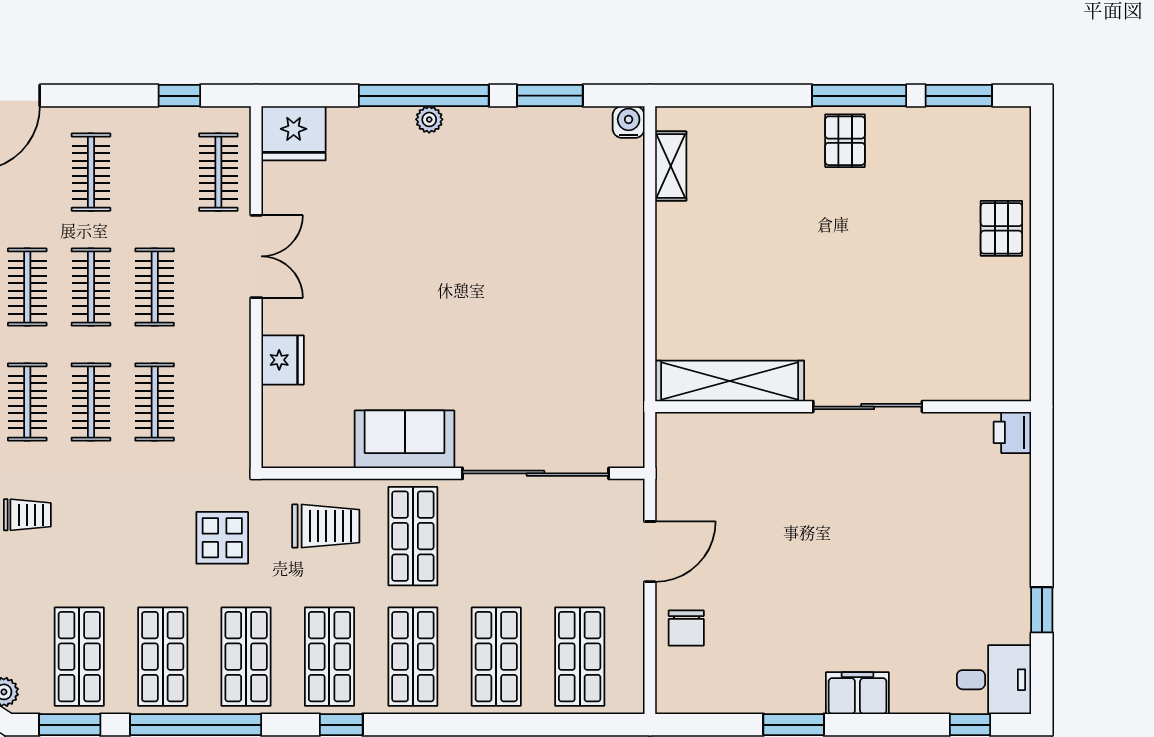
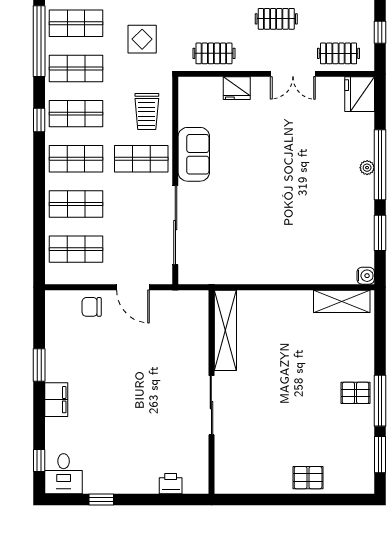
shelving: (671, 166) -> (342, 301), width x1.50, depth x1.33
clothes rail: (155, 402) -> (214, 53), moved
printer: (1012, 432) -> (171, 484), moved
display table: (222, 538) -> (142, 39), moved

